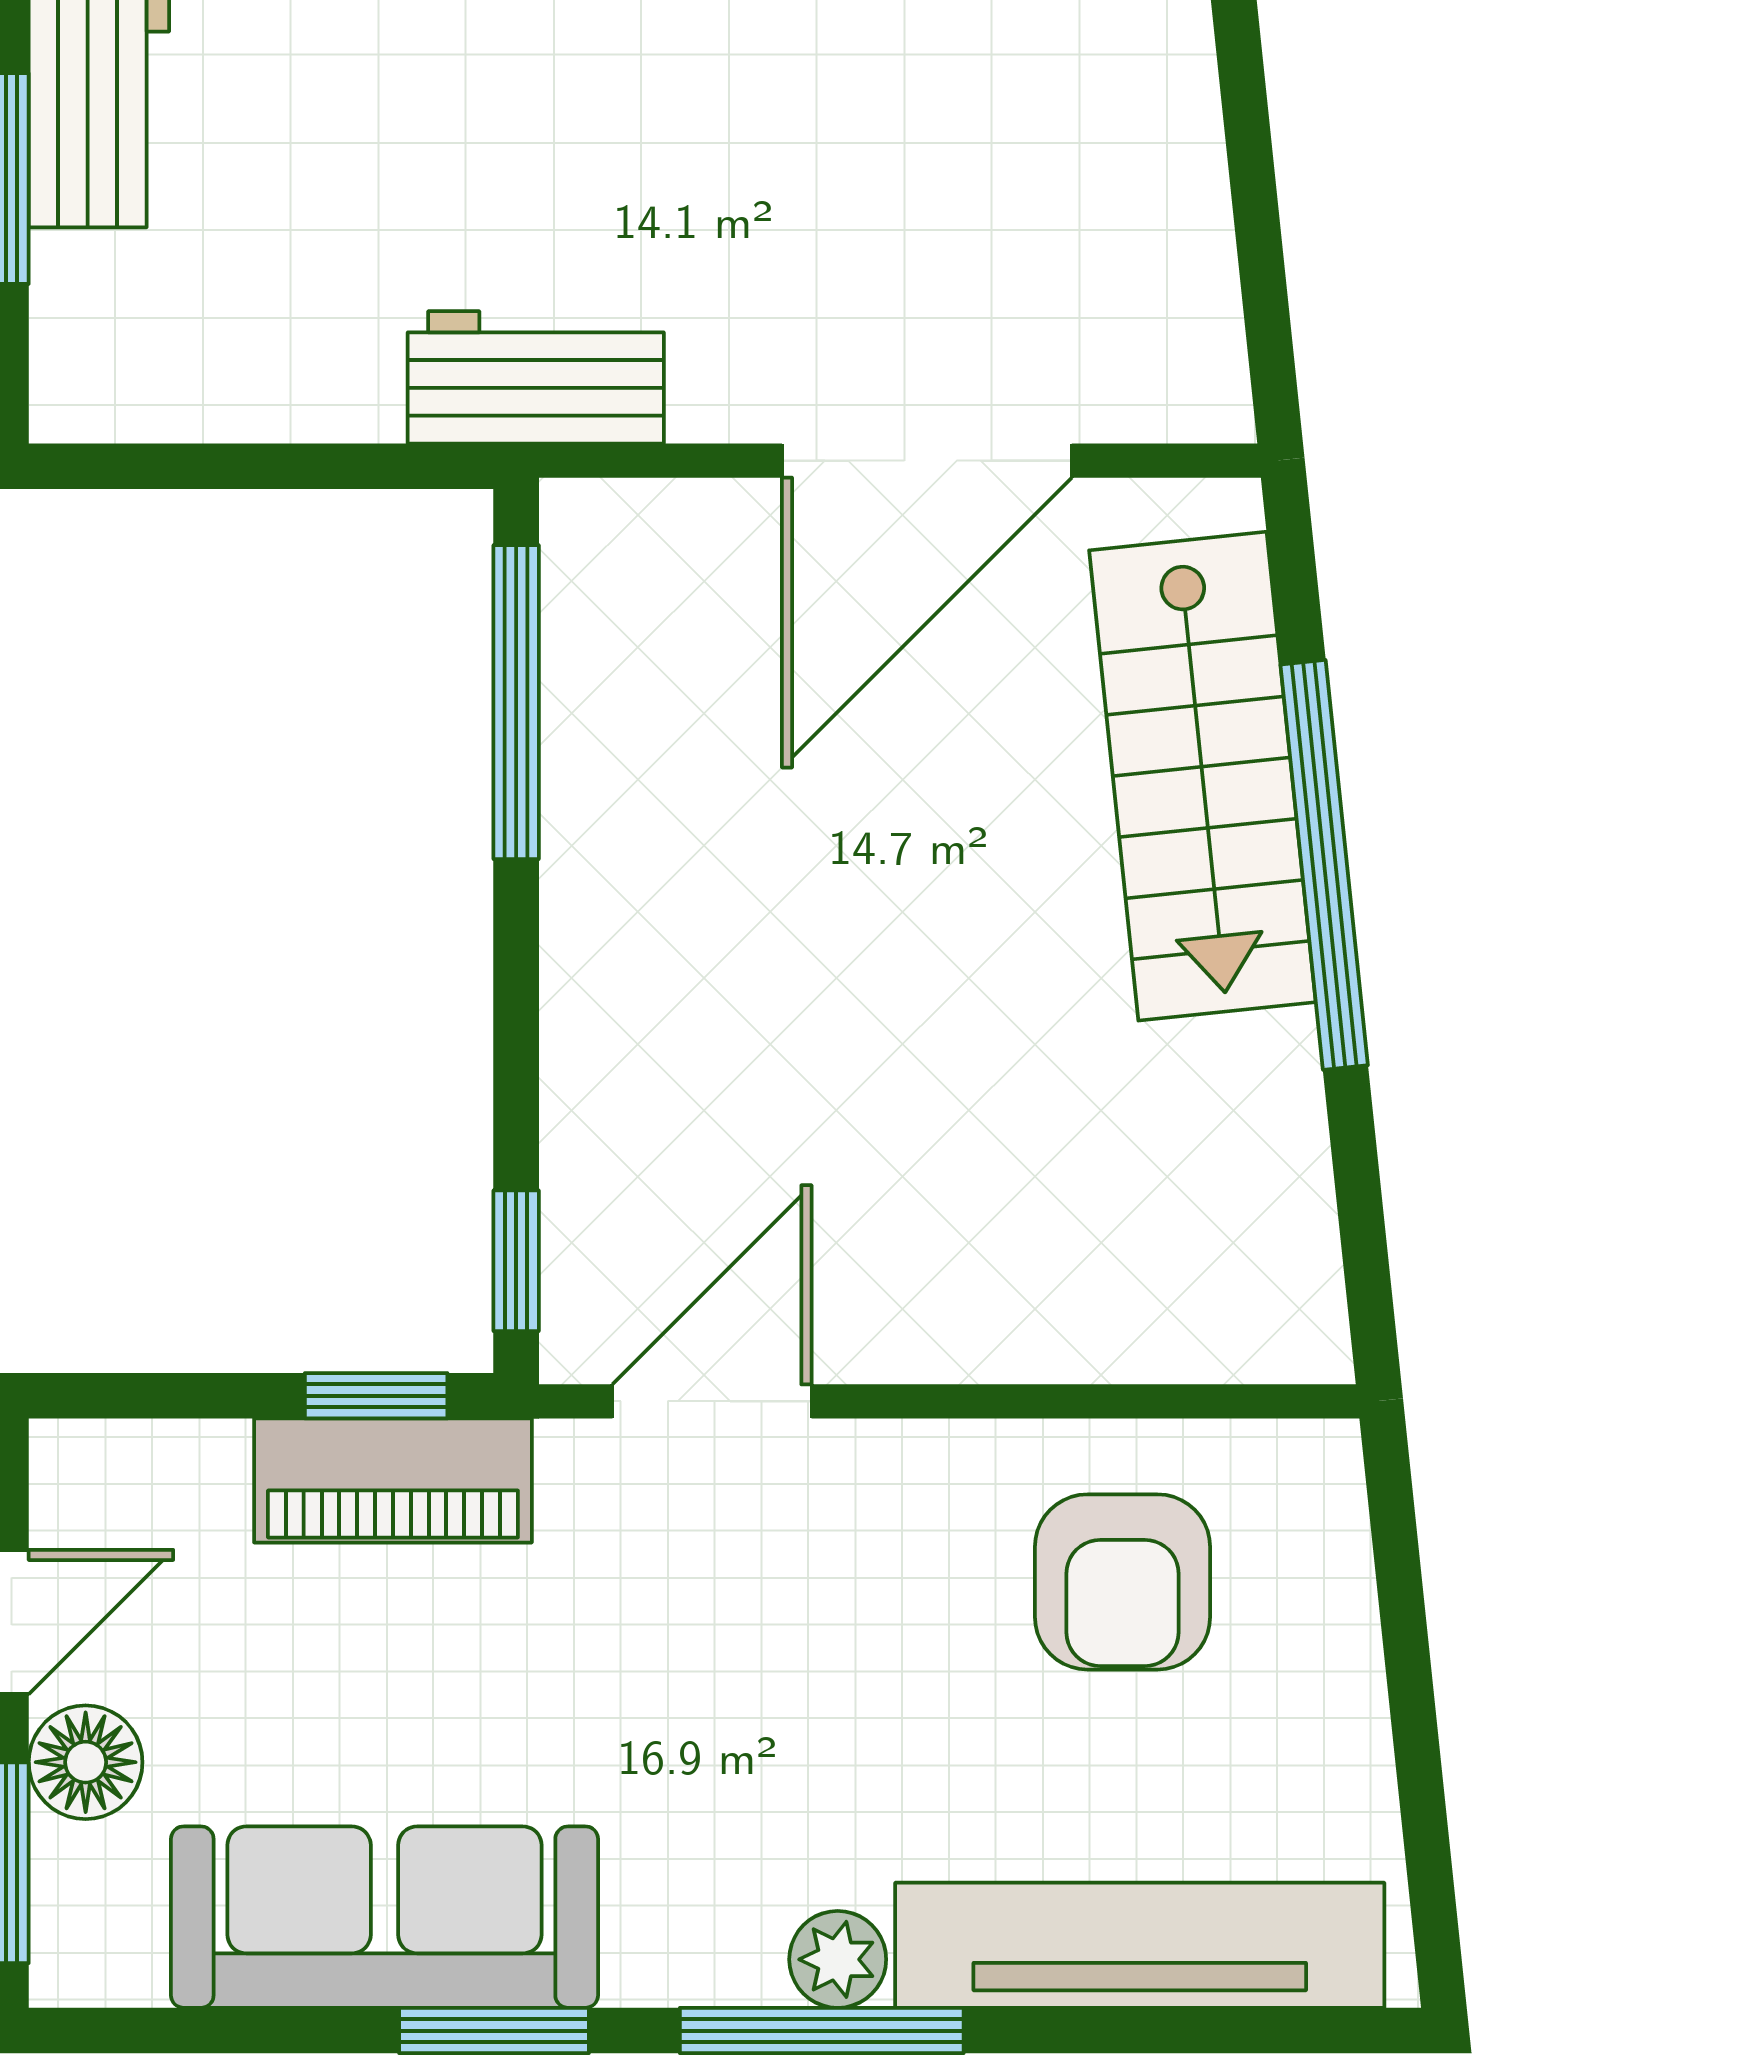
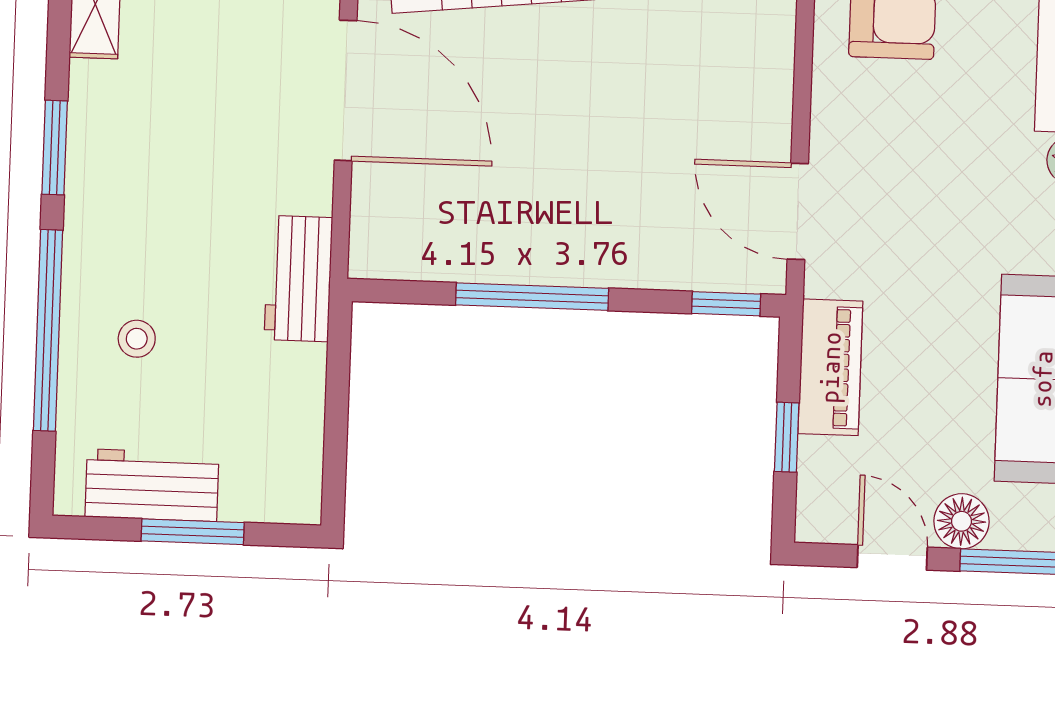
stool: (400, 49) -> (137, 339), added
window: (516, 702) -> (532, 297), moved
window: (376, 1396) -> (787, 437), moved

